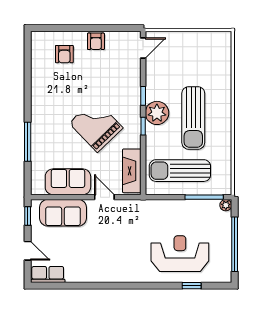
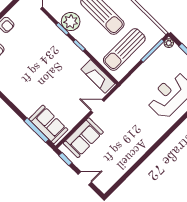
plant: (157, 113) -> (71, 22), moved
grand piano: (96, 125) -> (53, 71), removed
window: (28, 142) -> (36, 130), moved
sofa: (68, 182) -> (48, 124), moved, turned 90
row of seats: (48, 275) -> (109, 180), removed

